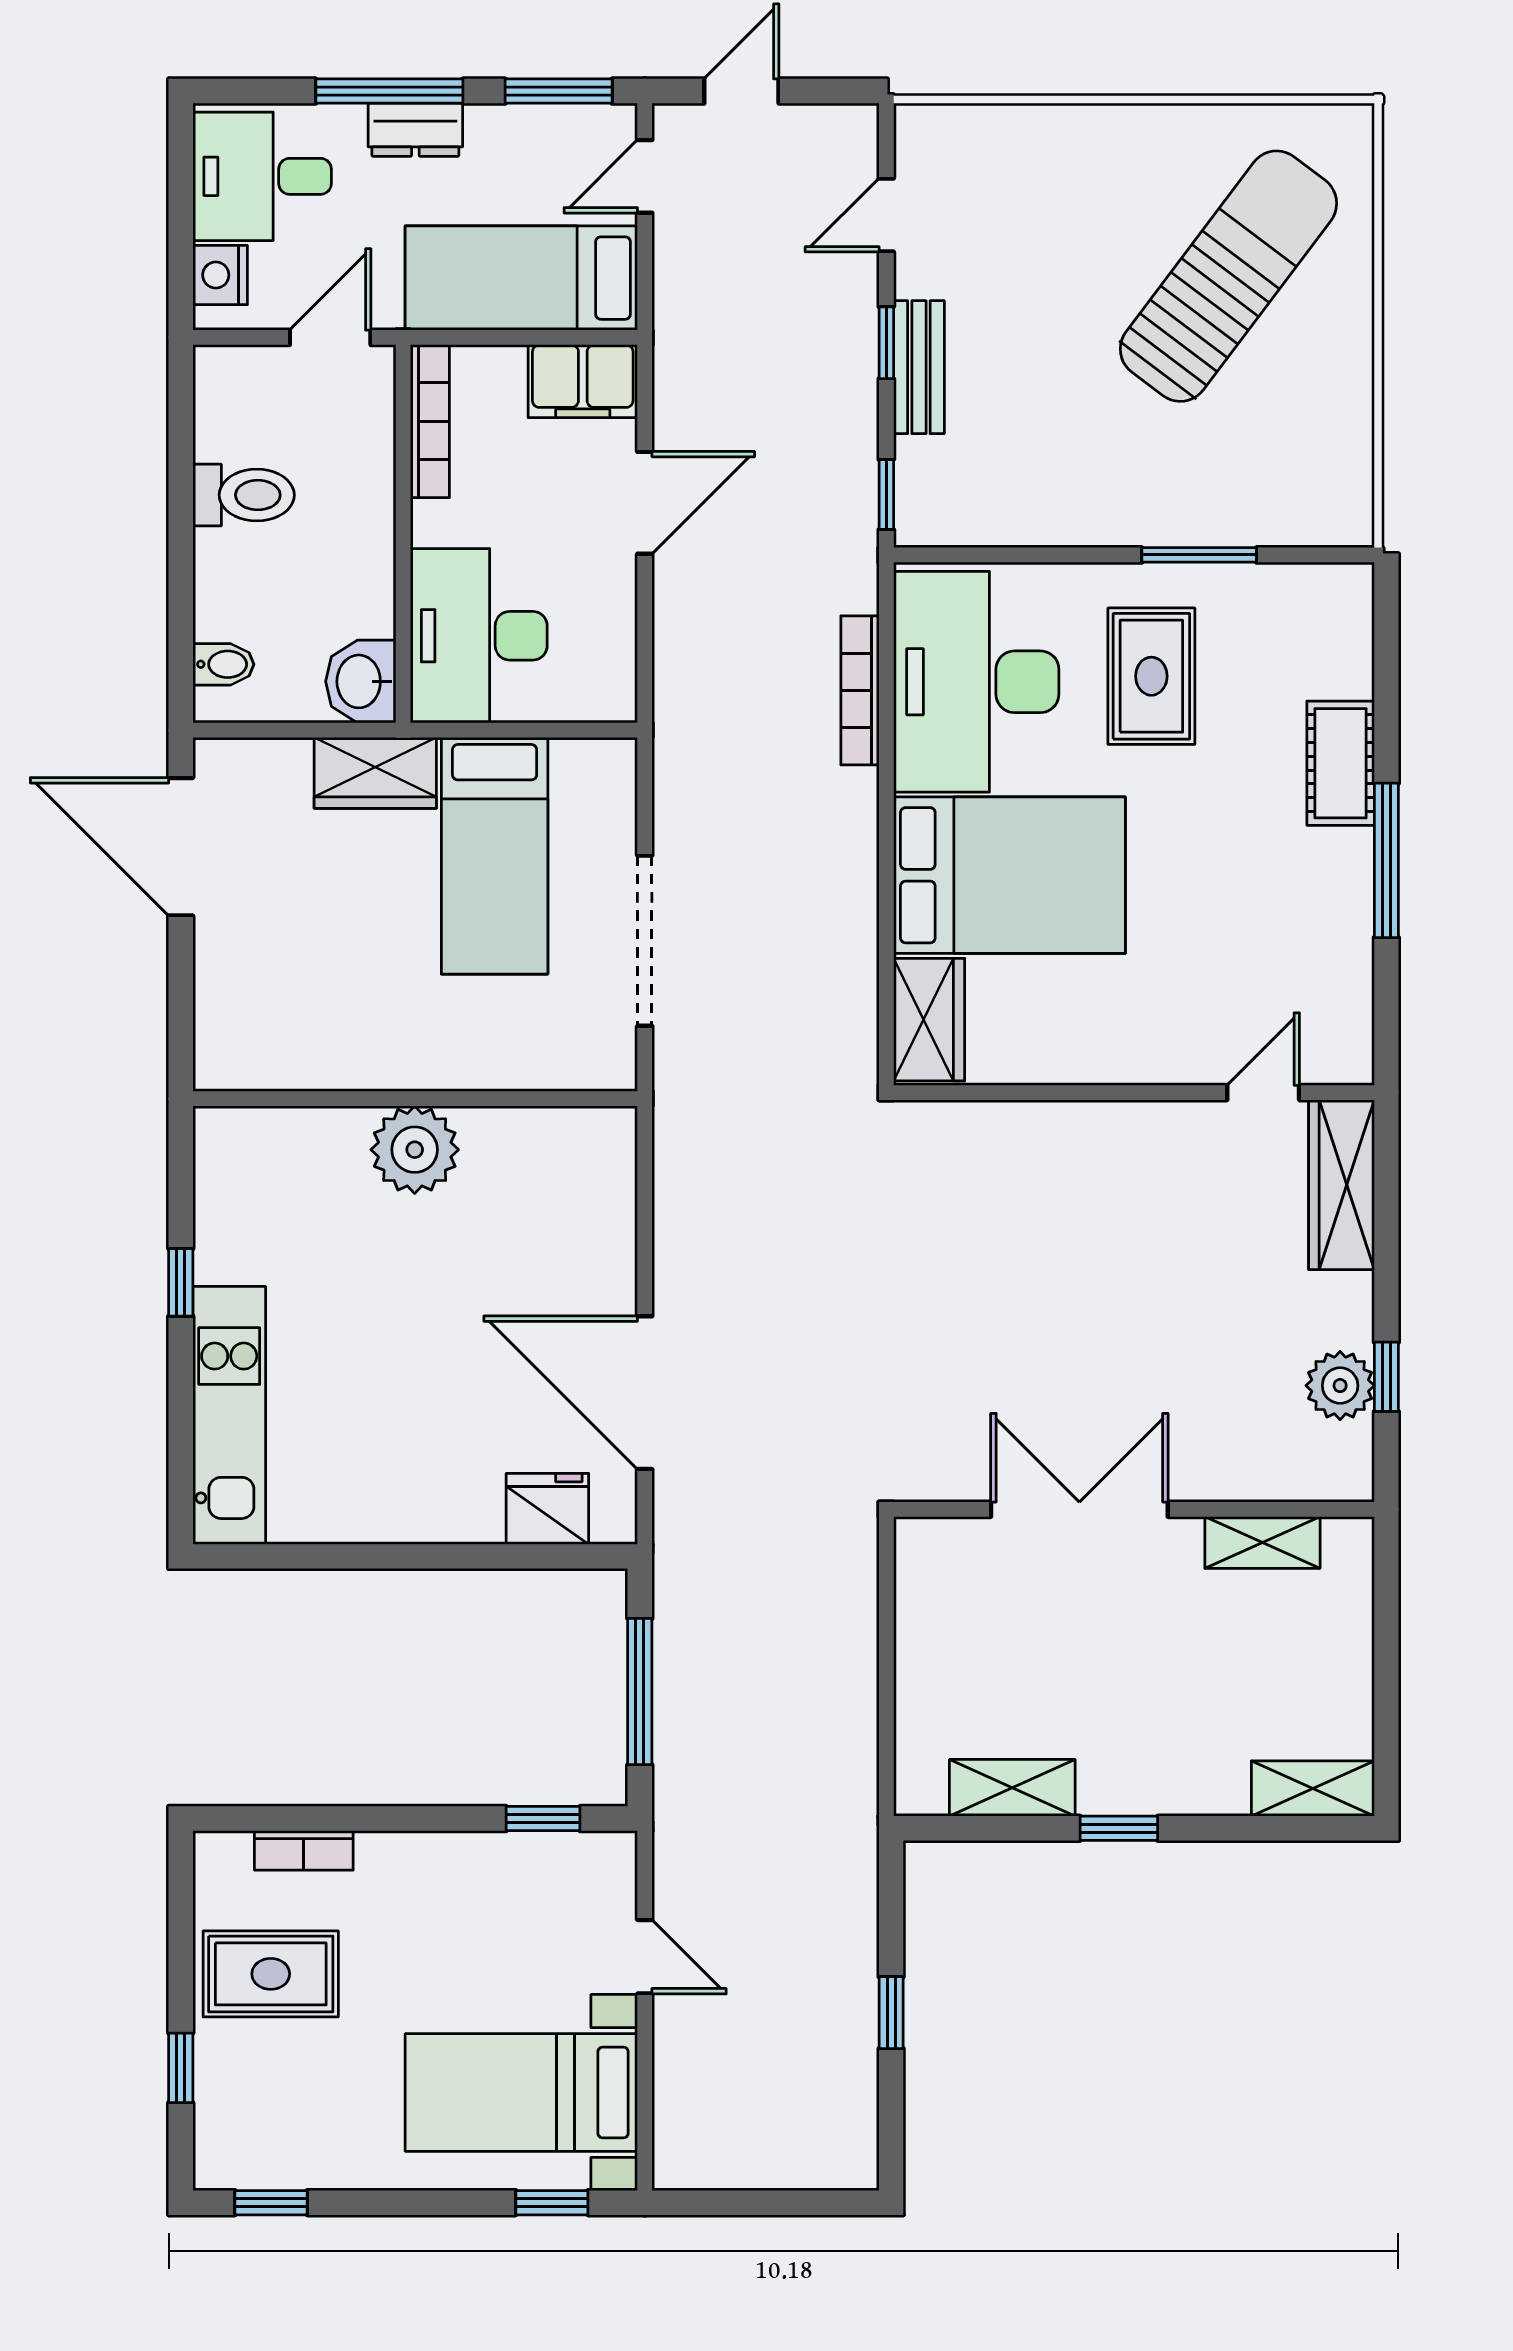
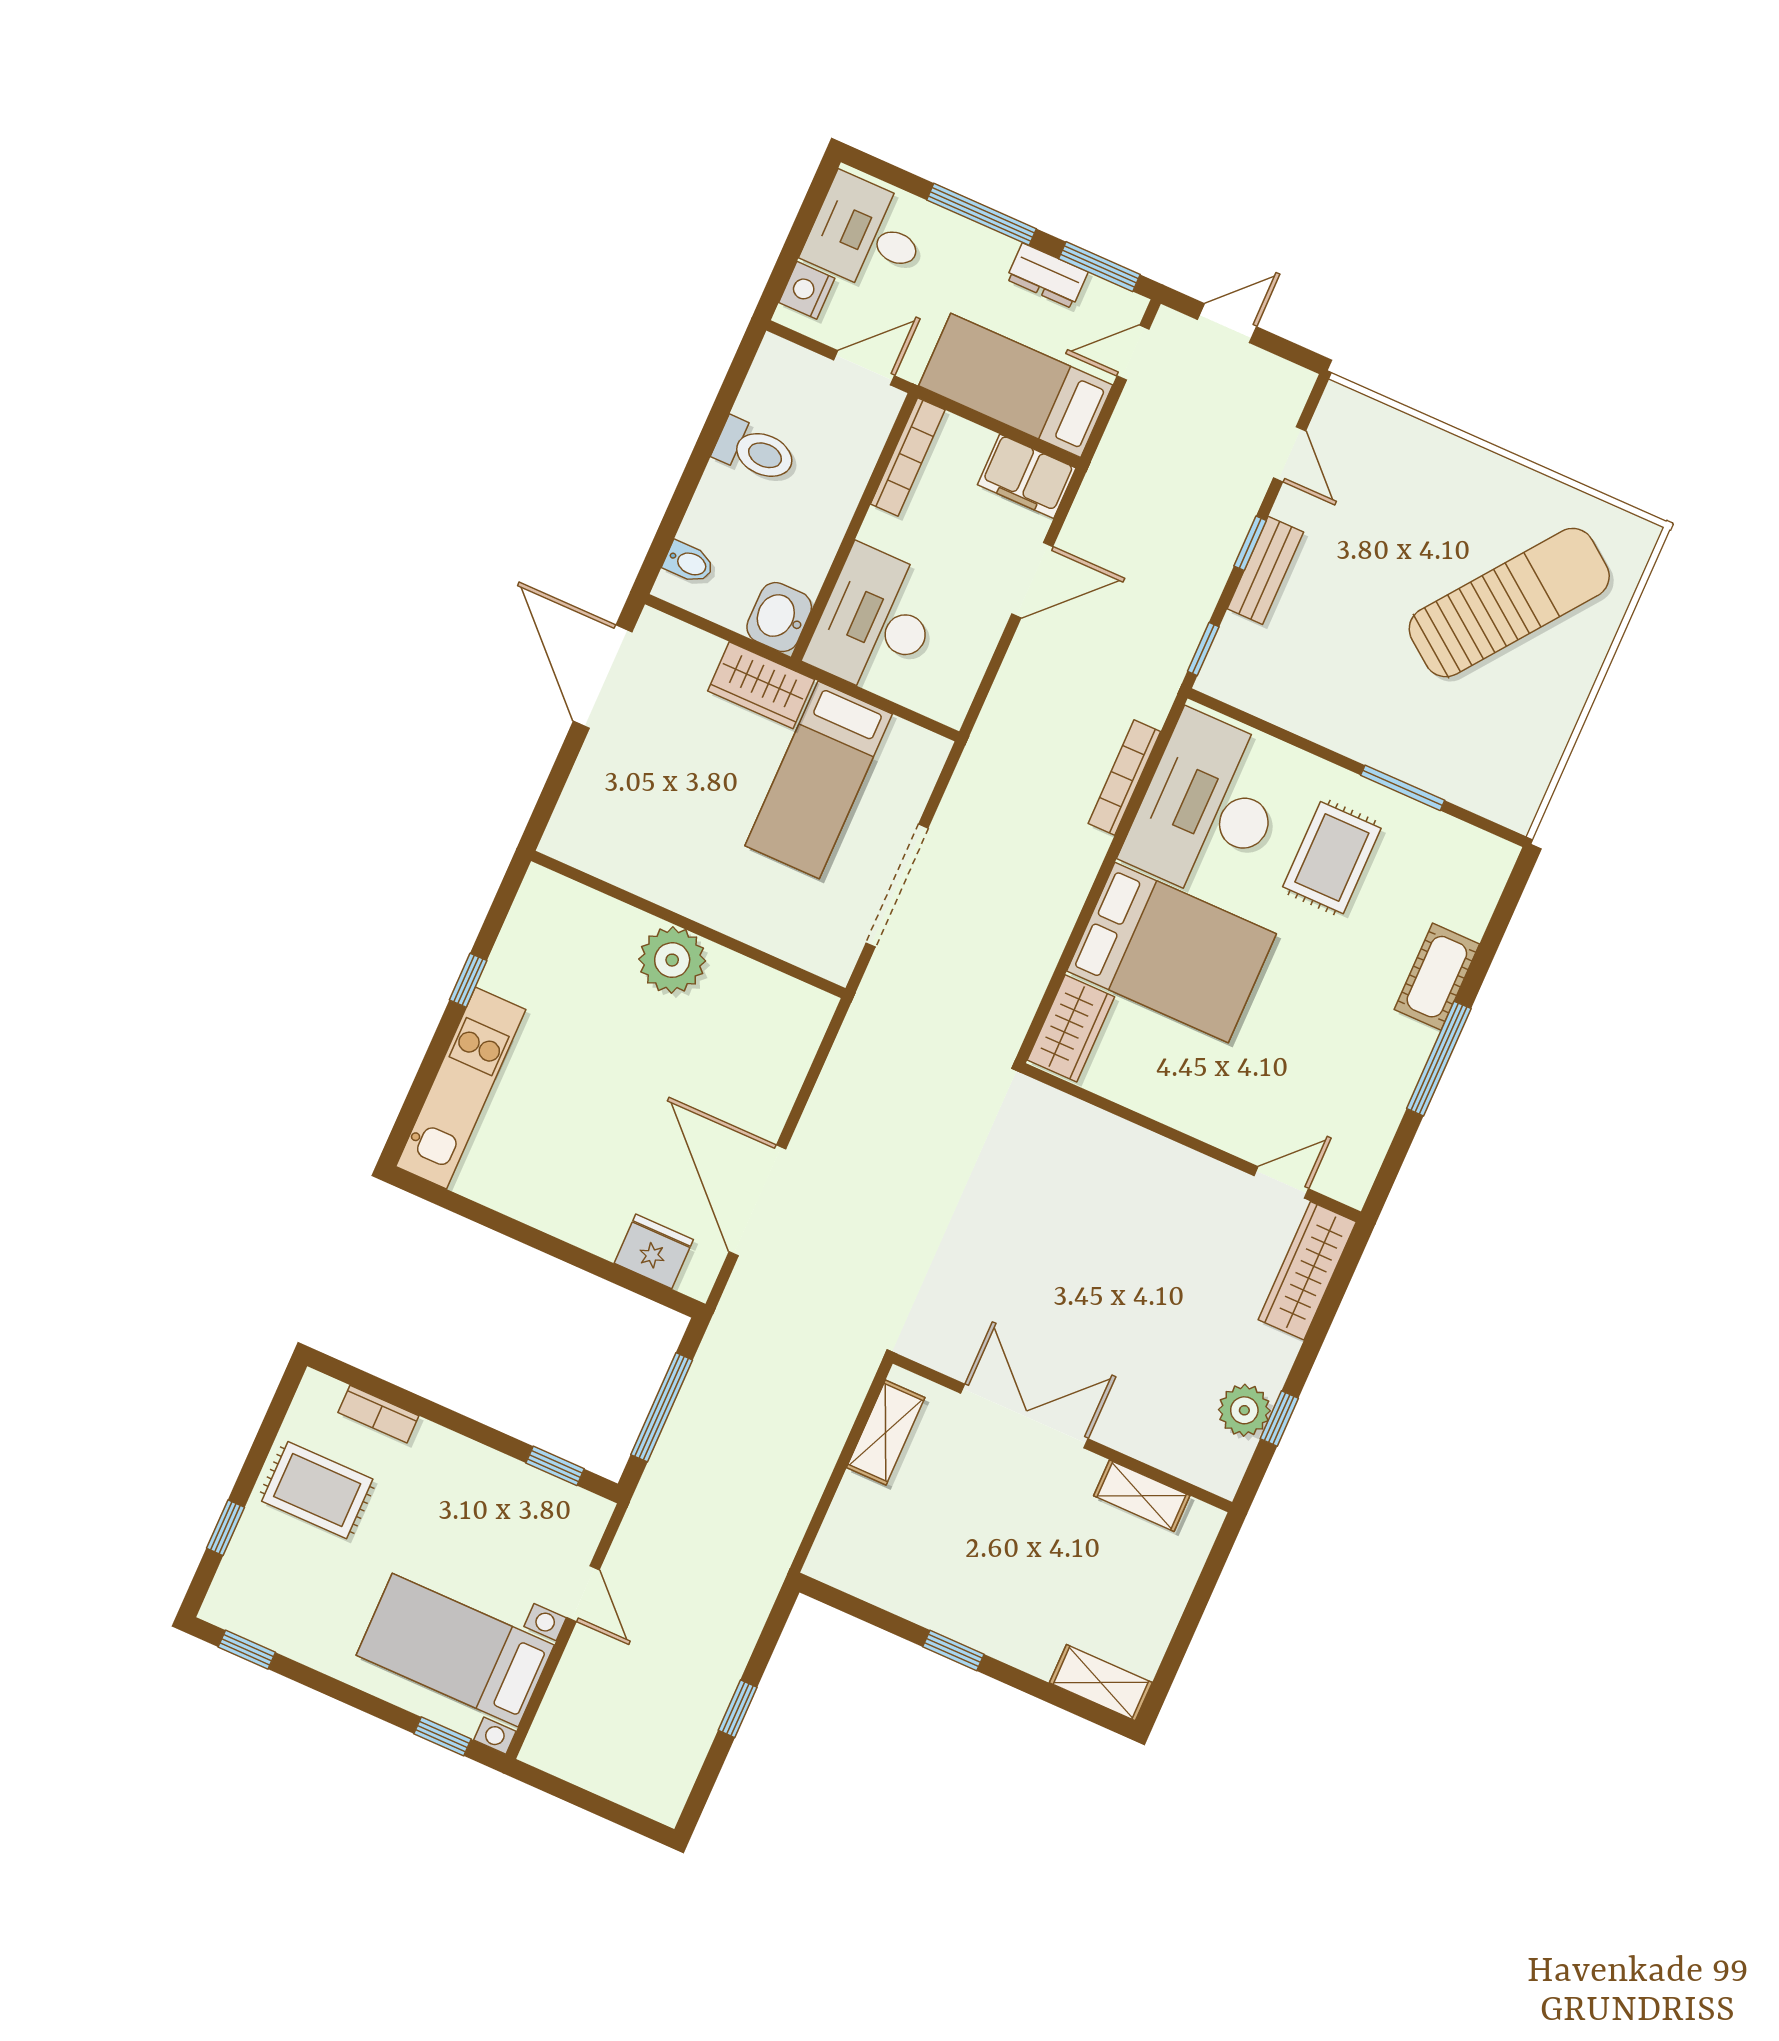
dresser: (415, 130) -> (1047, 276), moved
door: (886, 215) -> (1290, 454), swing flipped
shelving: (1012, 1788) -> (886, 1433), moved, turned 90

